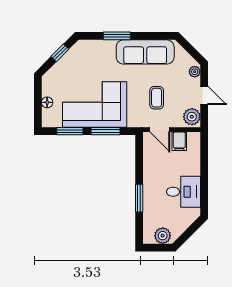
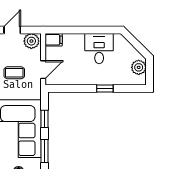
window: (105, 131) -> (44, 119), width x0.67
filing cabinet: (179, 141) -> (54, 40), moved
window: (139, 198) -> (105, 89), width x0.67

